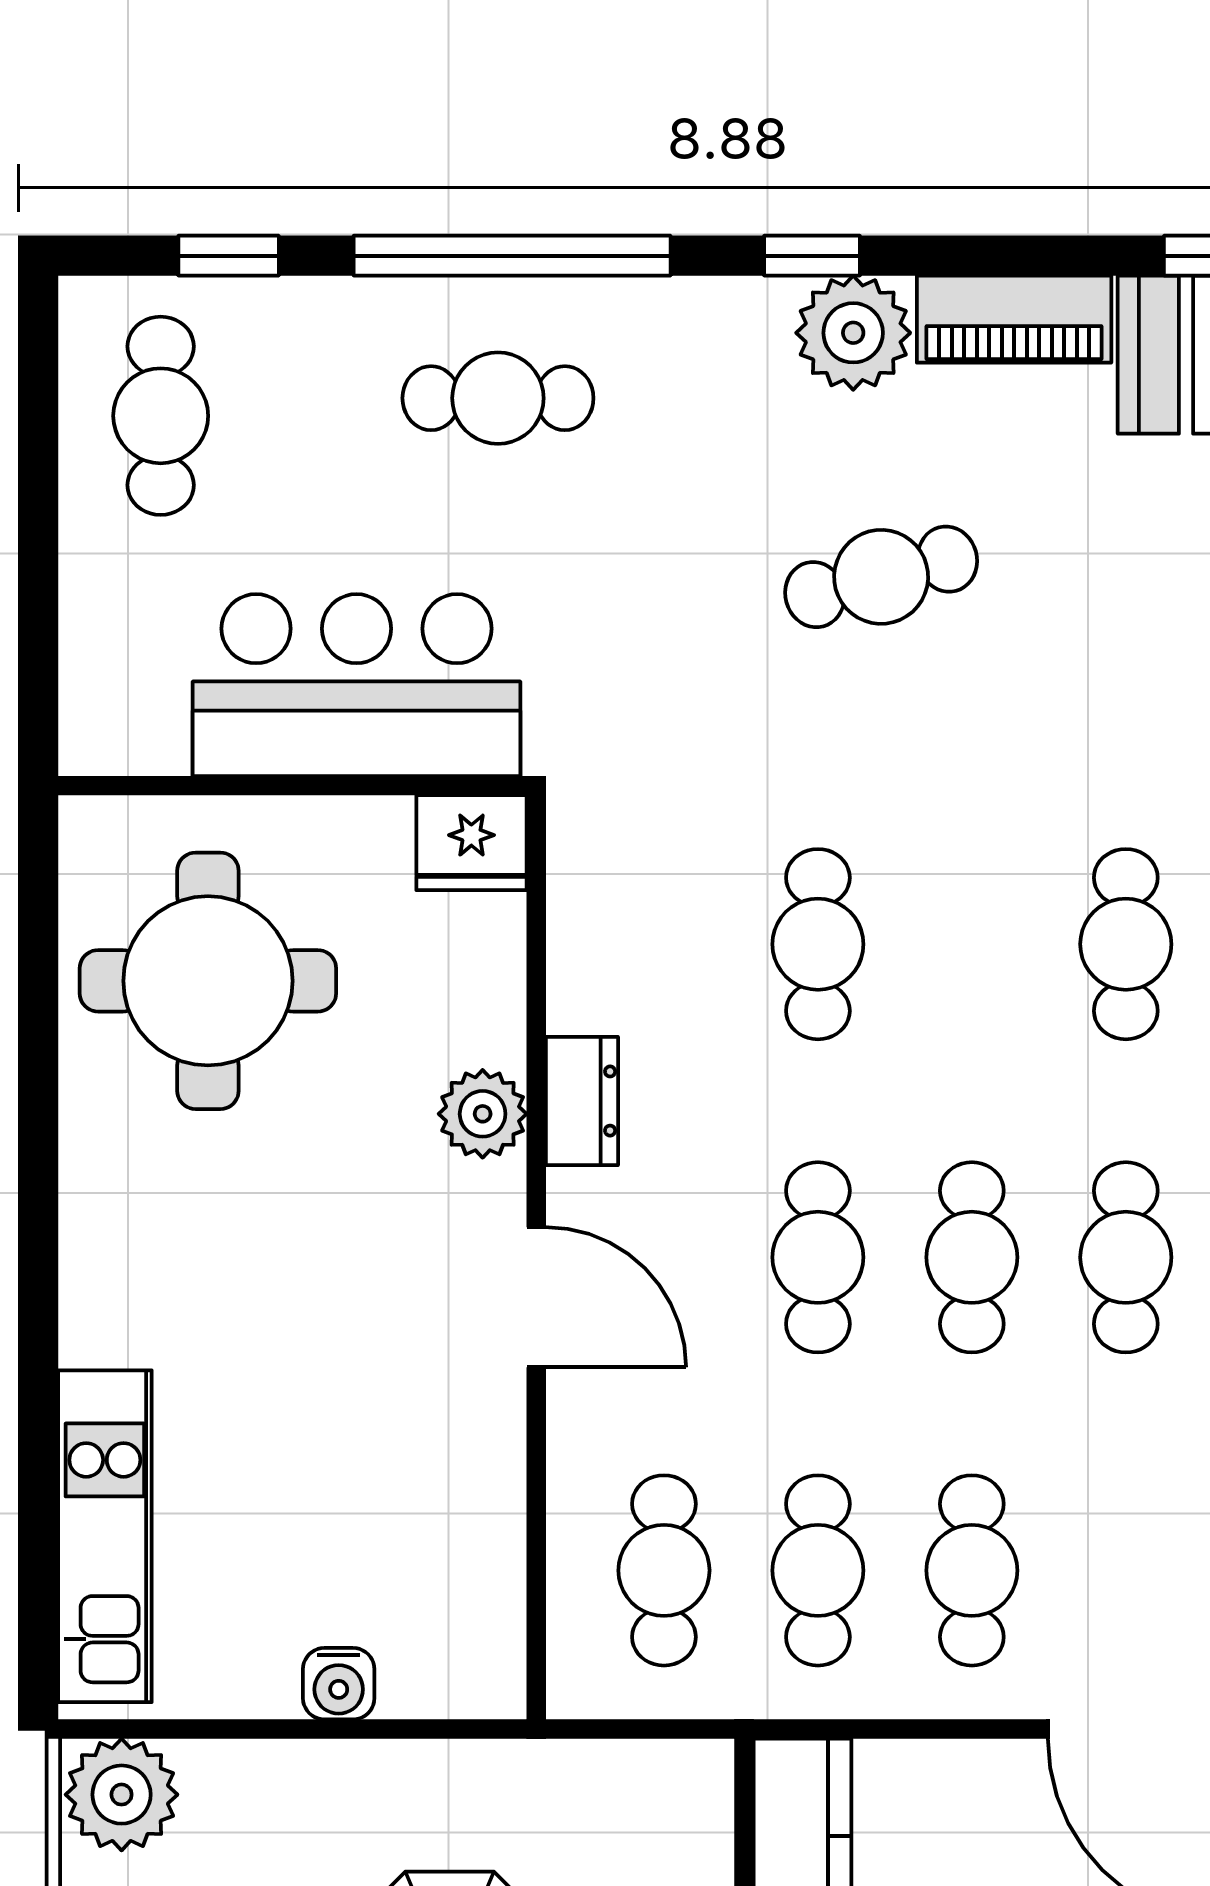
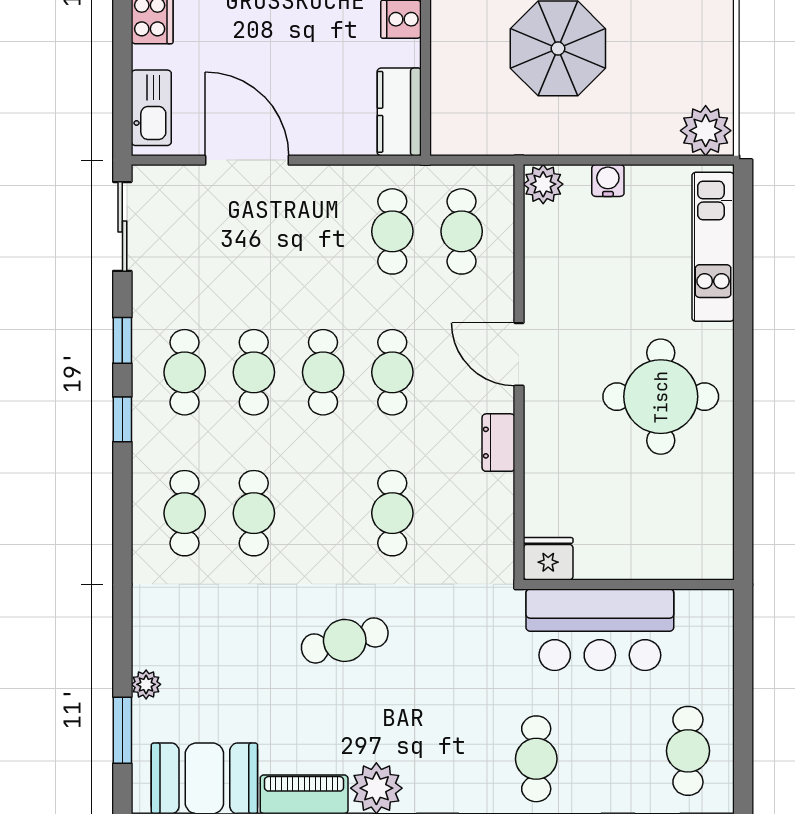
cafe table: (498, 398) -> (536, 759), turned 90
cafe table: (881, 577) -> (345, 640), moved
round table: (208, 981) -> (661, 397), moved
plant: (483, 1114) -> (543, 184), moved
cafe table: (972, 1570) -> (323, 231), removed

